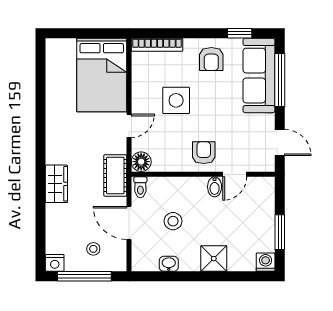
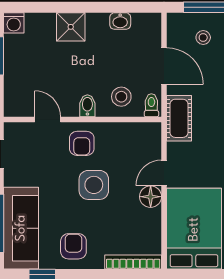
side table: (176, 100) -> (94, 185), moved
floor lamp: (141, 162) -> (151, 197), moved
door: (235, 174) -> (48, 120), hinge flipped
bidet: (215, 187) -> (87, 106), moved
stool: (173, 221) -> (121, 97), moved

